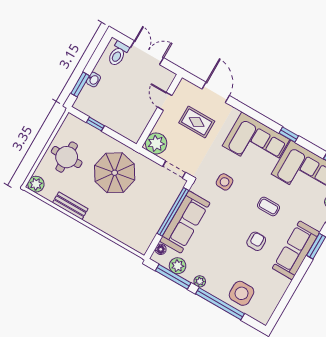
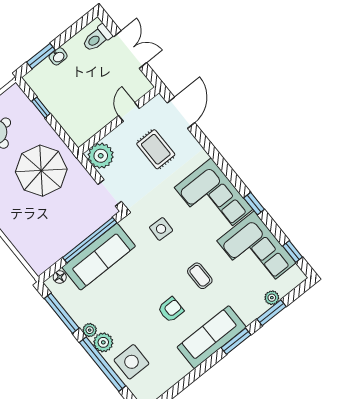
door: (216, 92) -> (181, 113), moved
plant: (178, 266) -> (103, 342), moved

